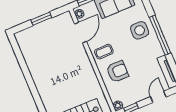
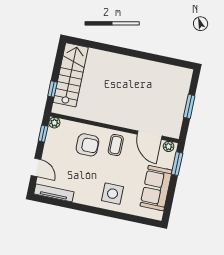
window: (160, 35) -> (94, 210), removed
armchair: (117, 72) -> (87, 145), turned -90

